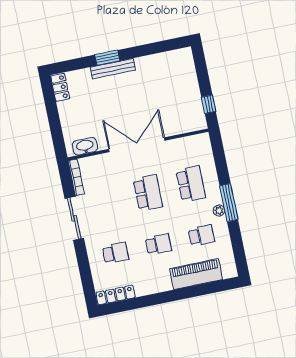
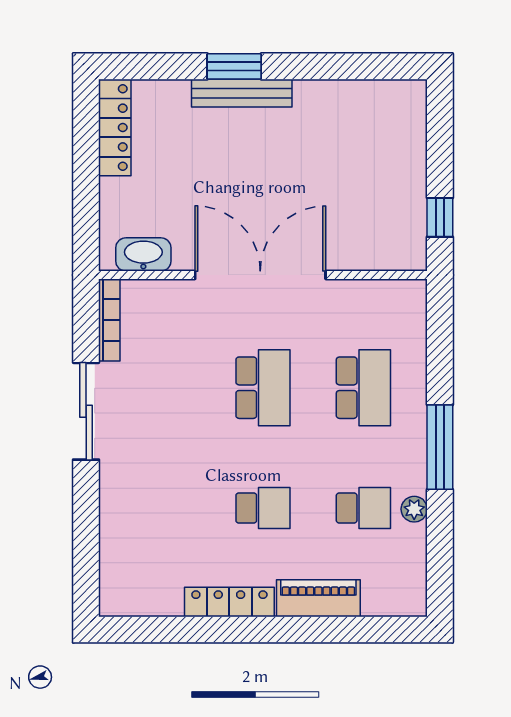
locker: (60, 87) -> (115, 128), width x1.53
plant: (219, 211) -> (414, 509), moved
school desk: (115, 253) -> (163, 508), removed
piano: (196, 274) -> (318, 598), width x0.73, depth x0.75
locker: (116, 295) -> (229, 602), moved

